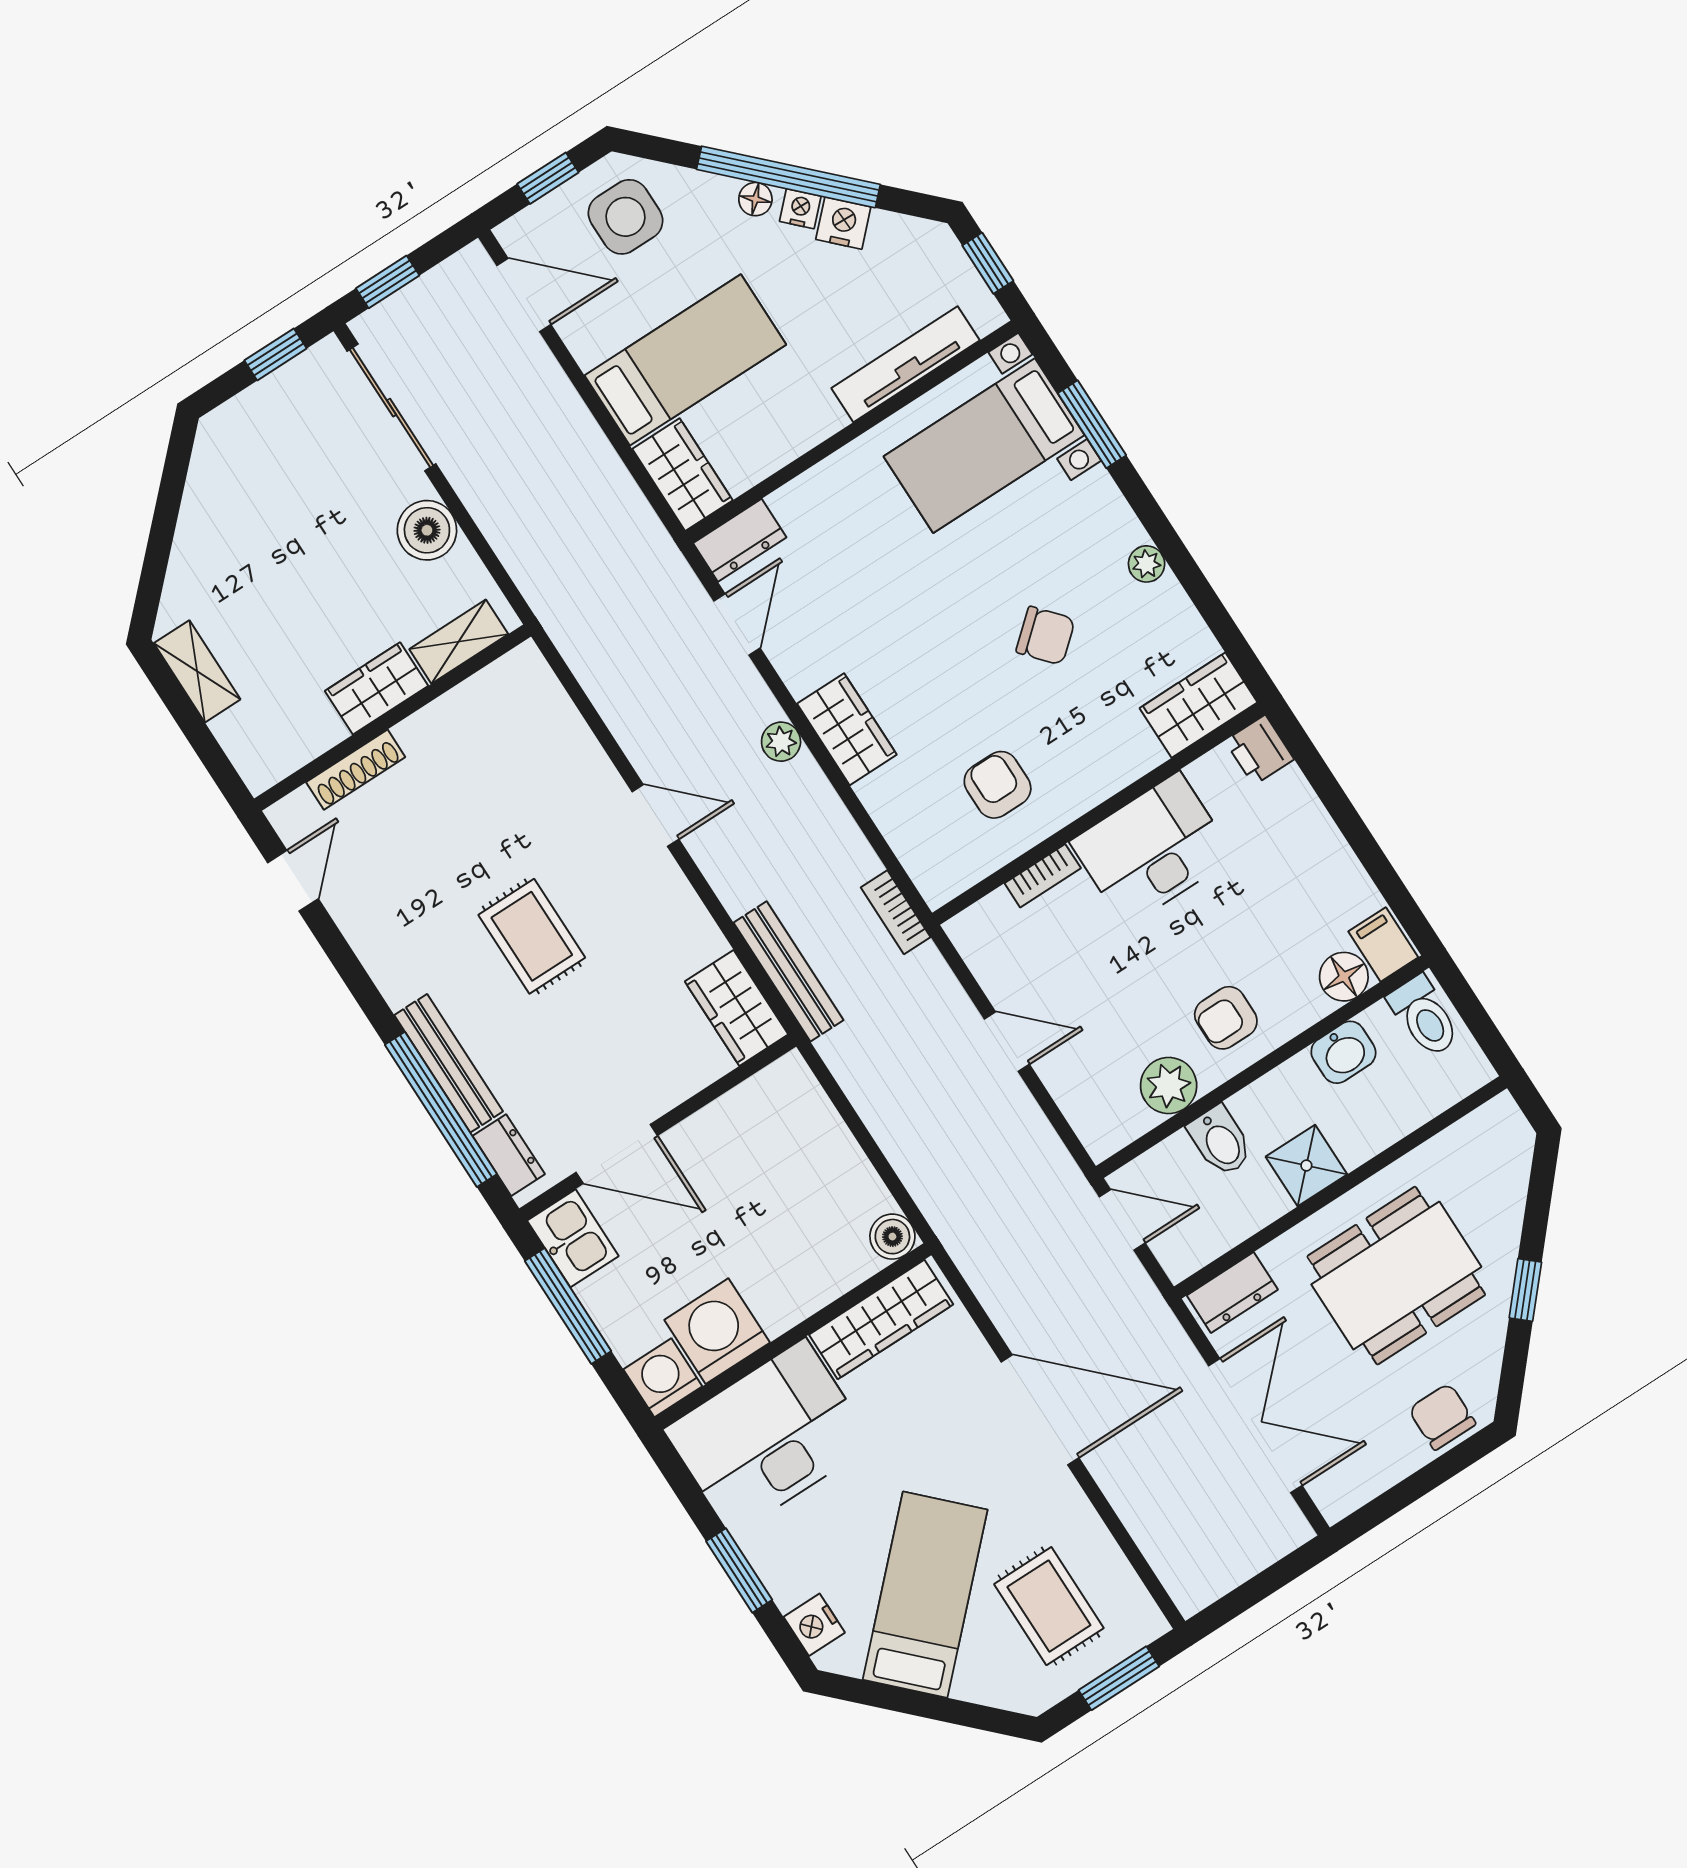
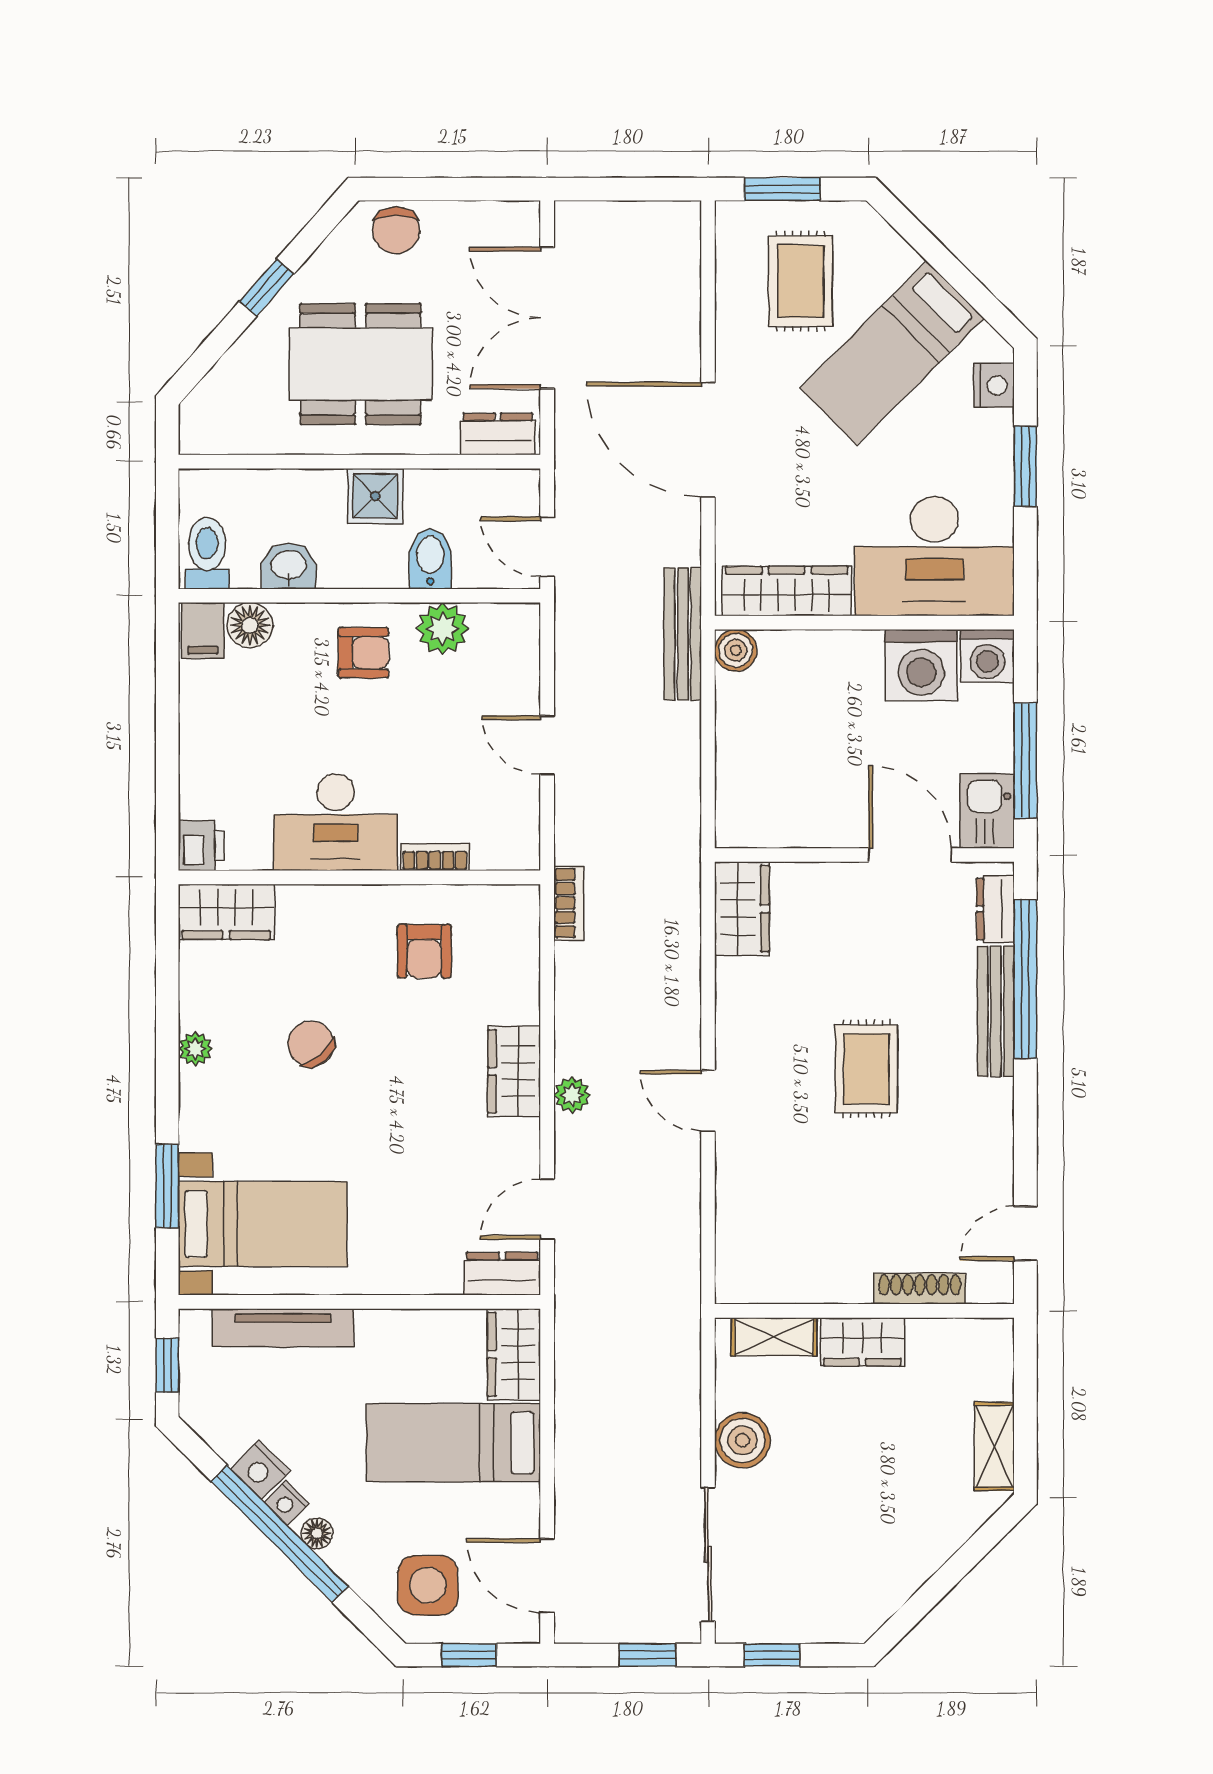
bench: (788, 971) -> (683, 634), moved

